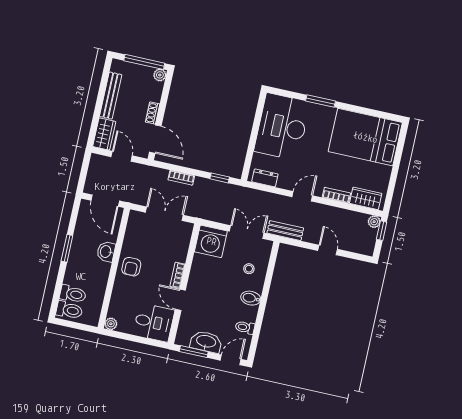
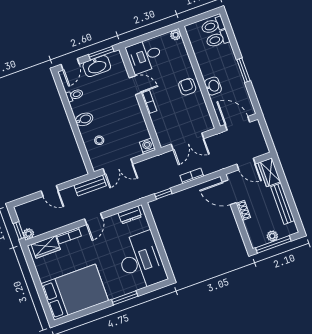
plant: (160, 75) -> (272, 236), moved
washing machine: (211, 241) -> (147, 146), width x0.53, depth x0.53

